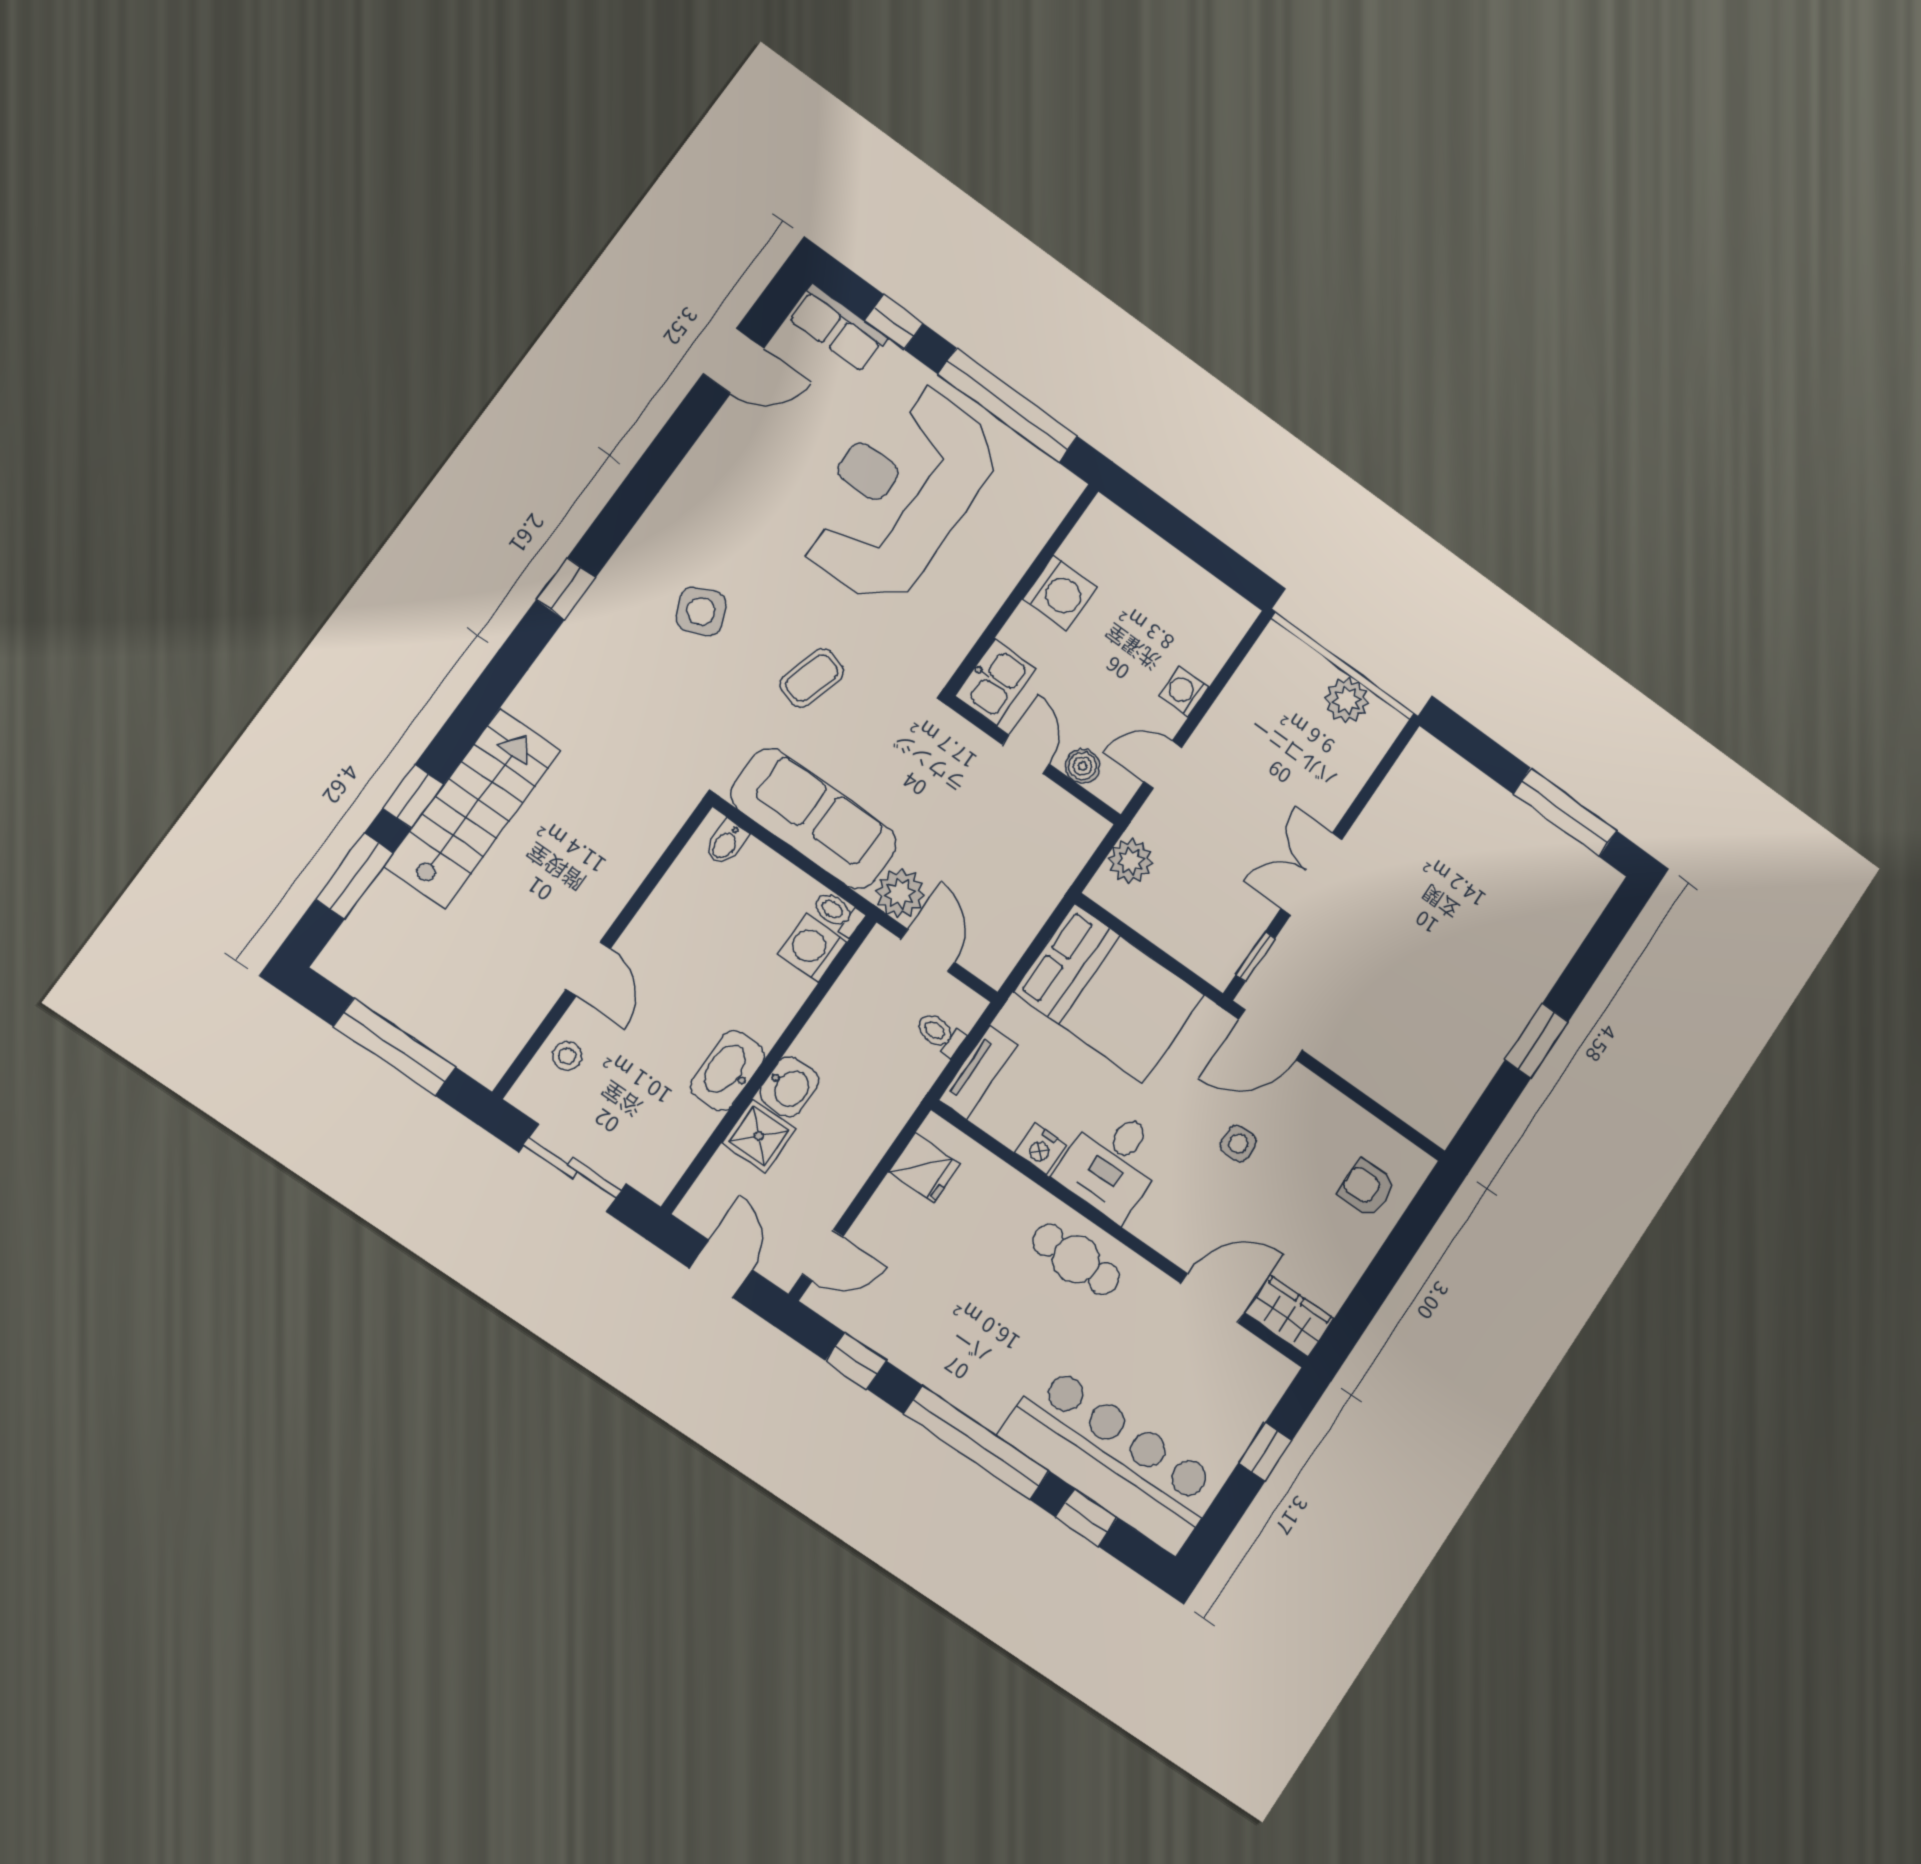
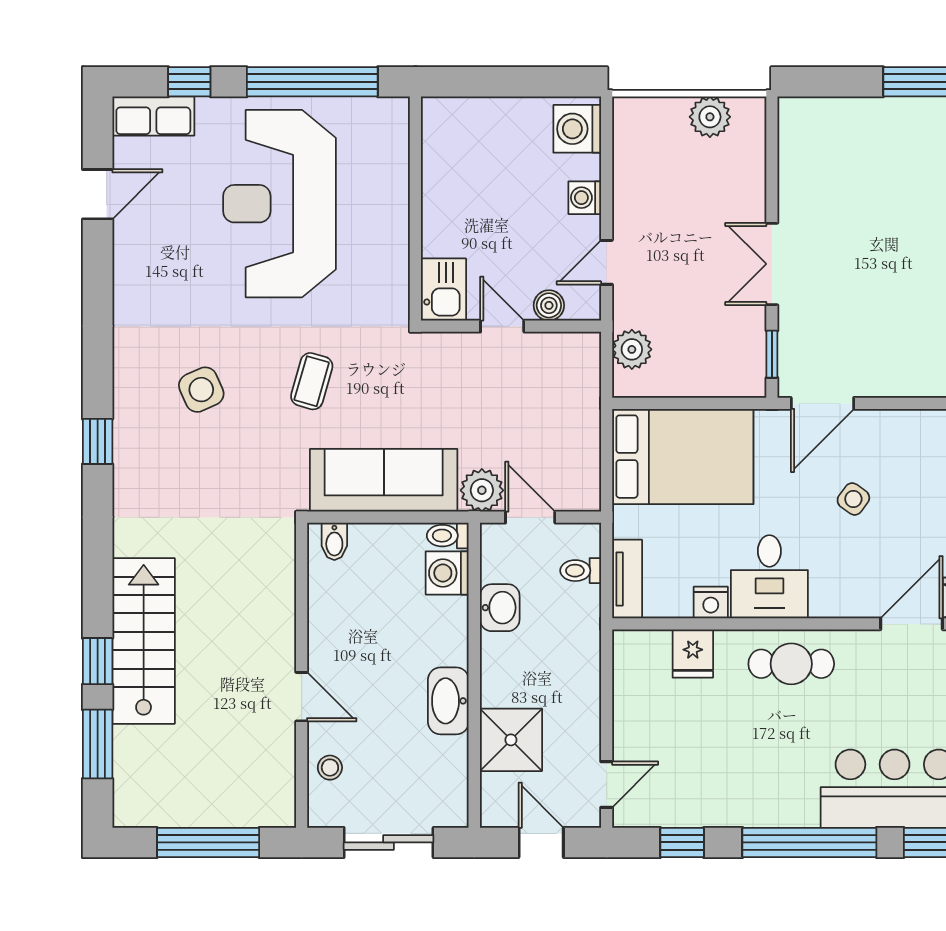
washing machine: (1060, 593) -> (577, 129), moved, turned 180
washbasin: (789, 1087) -> (500, 608), moved
shower: (759, 1136) -> (511, 740), width x1.36, depth x1.36
side table: (1238, 1144) -> (853, 499), turned 36
fridge: (925, 1168) -> (693, 653), moved, turned 90

